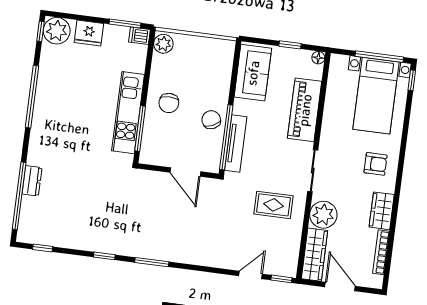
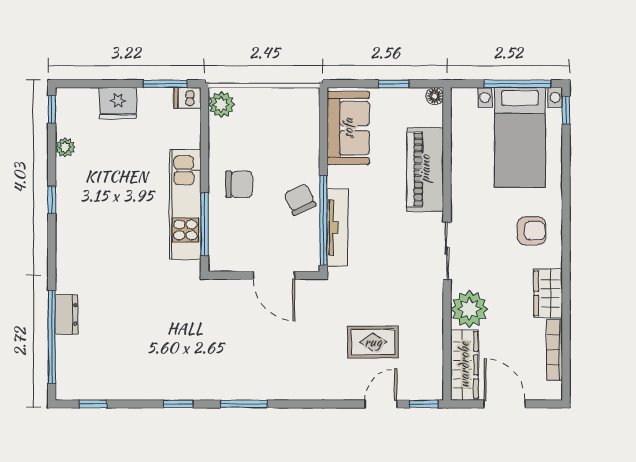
plant: (57, 31) -> (65, 147), moved, width x0.53, depth x0.53
window: (32, 97) -> (52, 200), width x0.32
chair: (169, 103) -> (239, 184), turned -90
rug: (273, 205) -> (373, 342), moved

